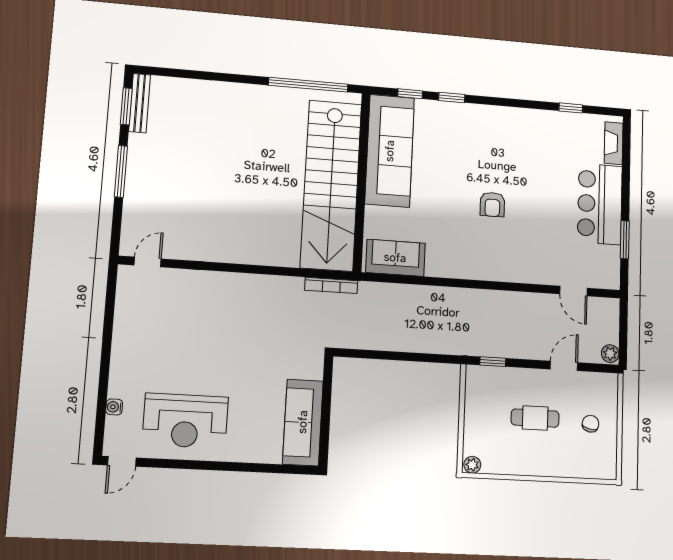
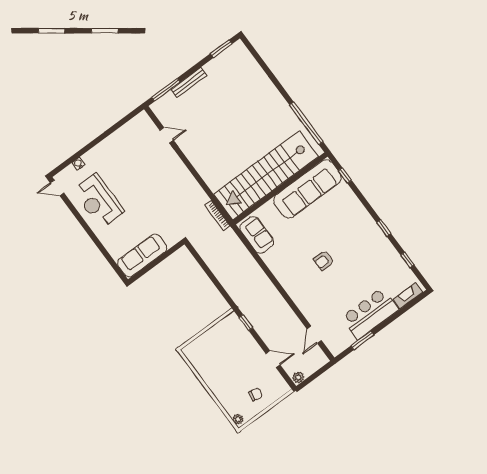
window: (452, 97) -> (384, 228), moved
bench: (140, 103) -> (189, 82), moved
window: (121, 171) -> (166, 90), moved
door: (148, 262) -> (167, 135), moved
cafe table: (535, 418) -> (236, 365), removed
plant: (472, 465) -> (238, 419), moved

